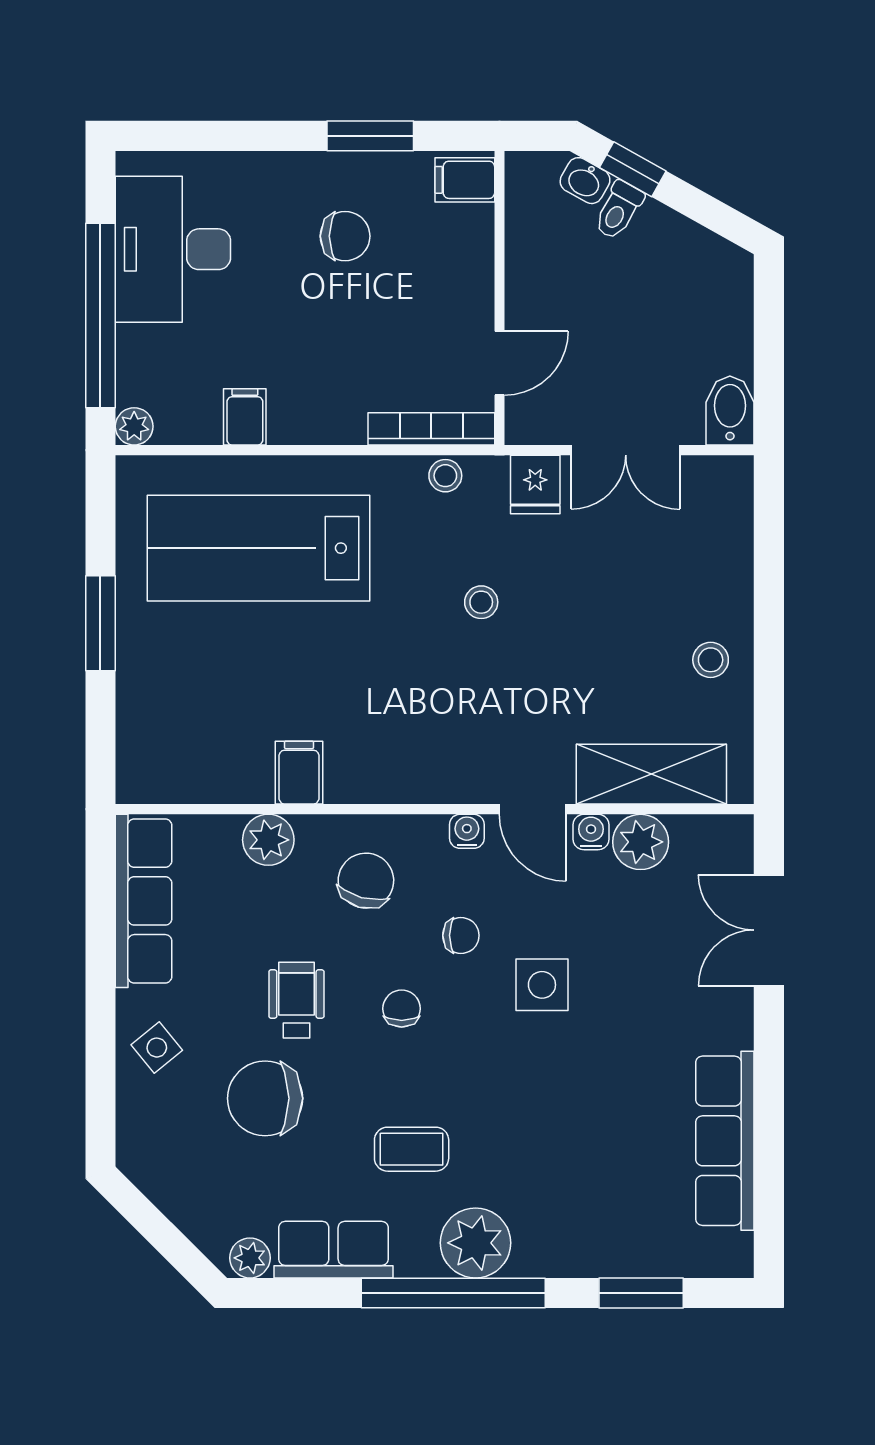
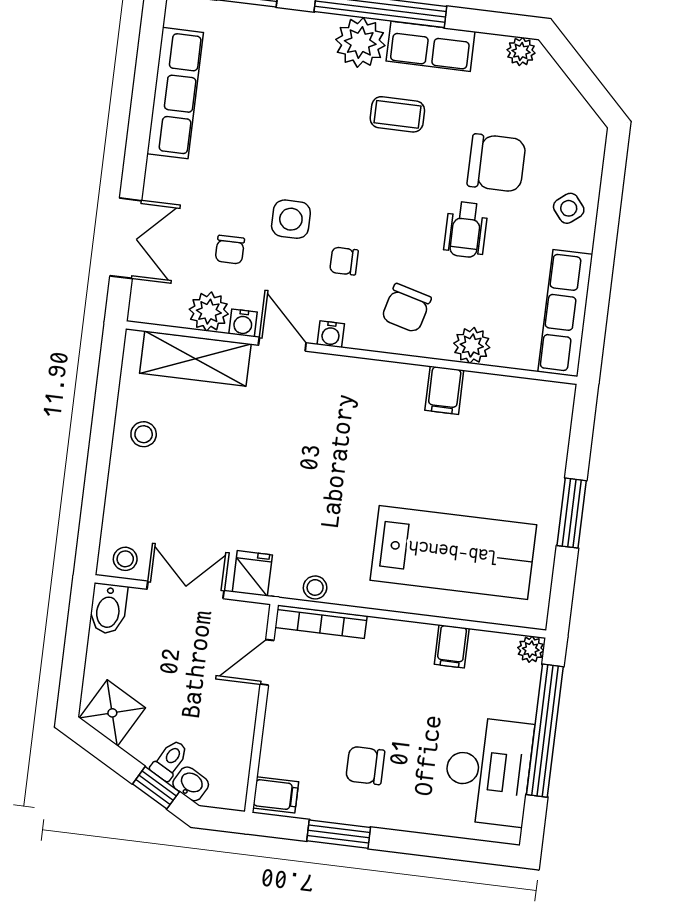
shower: (706, 266) -> (112, 713), added
stool: (481, 602) -> (125, 559), moved
chair: (402, 1009) -> (230, 250), moved
row of seats: (333, 1250) -> (431, 46), moved

